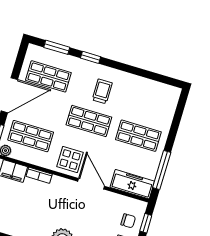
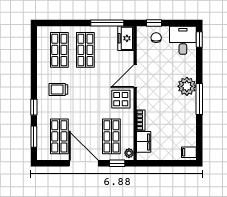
shop shelf: (89, 121) -> (59, 50), moved
freezer: (132, 184) -> (126, 38), width x0.71

